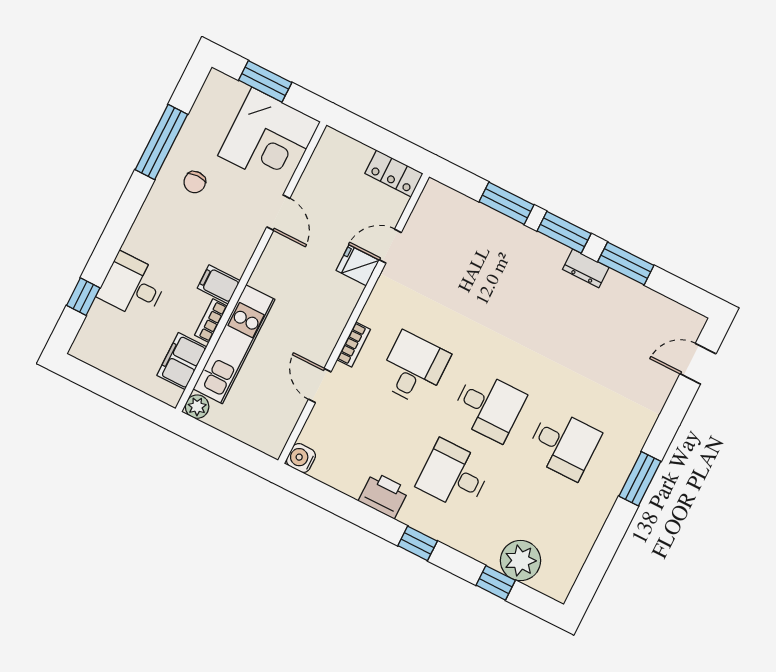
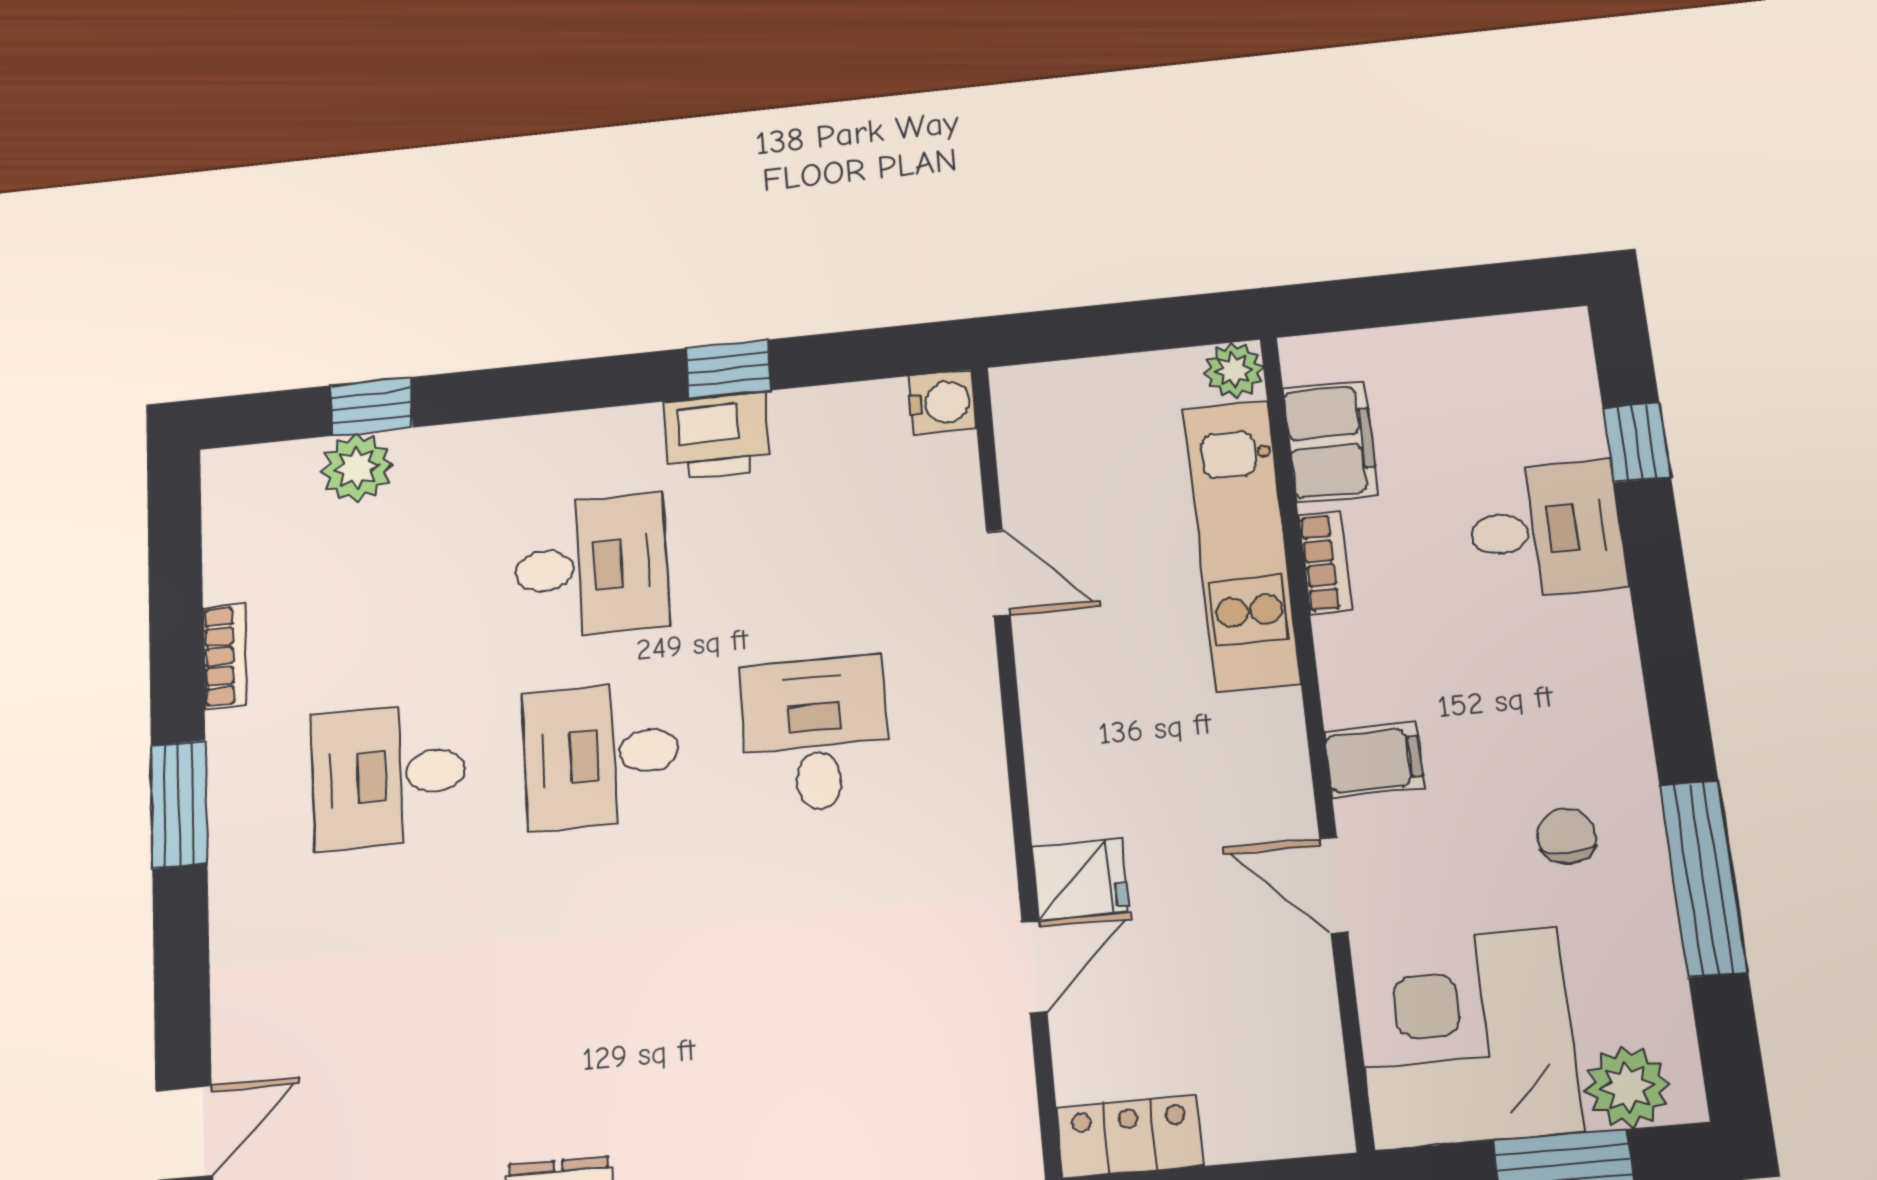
plant: (230, 93) -> (1627, 1087), added
filing cabinet: (219, 284) -> (1374, 760), moved
bookcase: (354, 344) -> (225, 656), moved, turned 180
desk: (414, 368) -> (816, 734), turned 180
window: (418, 543) -> (728, 369), moved
plant: (520, 561) -> (357, 468), width x0.73, depth x0.73

